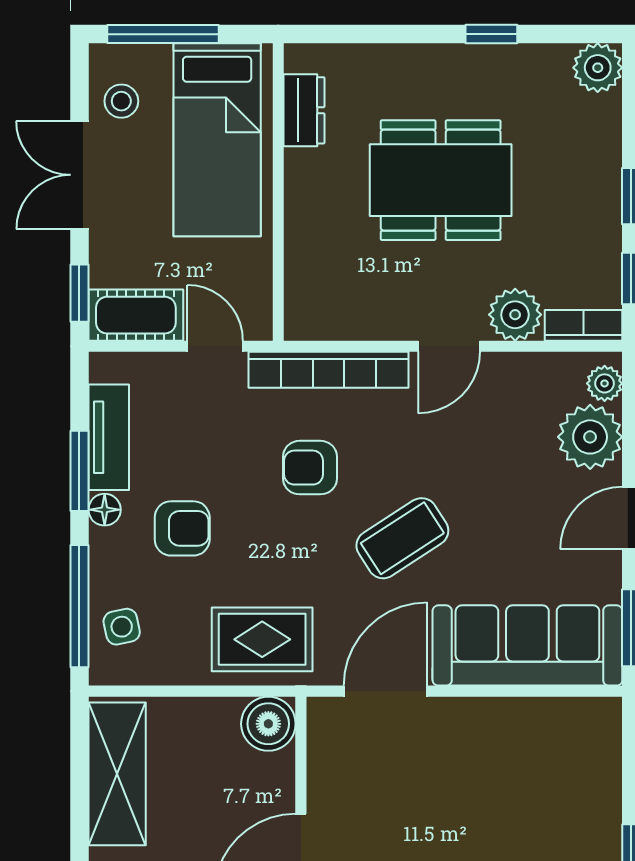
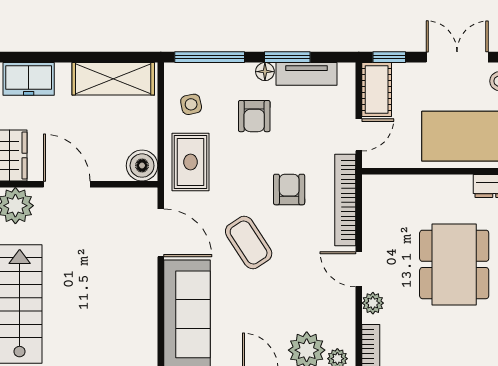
plant: (515, 315) -> (373, 303), width x0.73, depth x0.73
side table: (122, 627) -> (191, 104), moved

